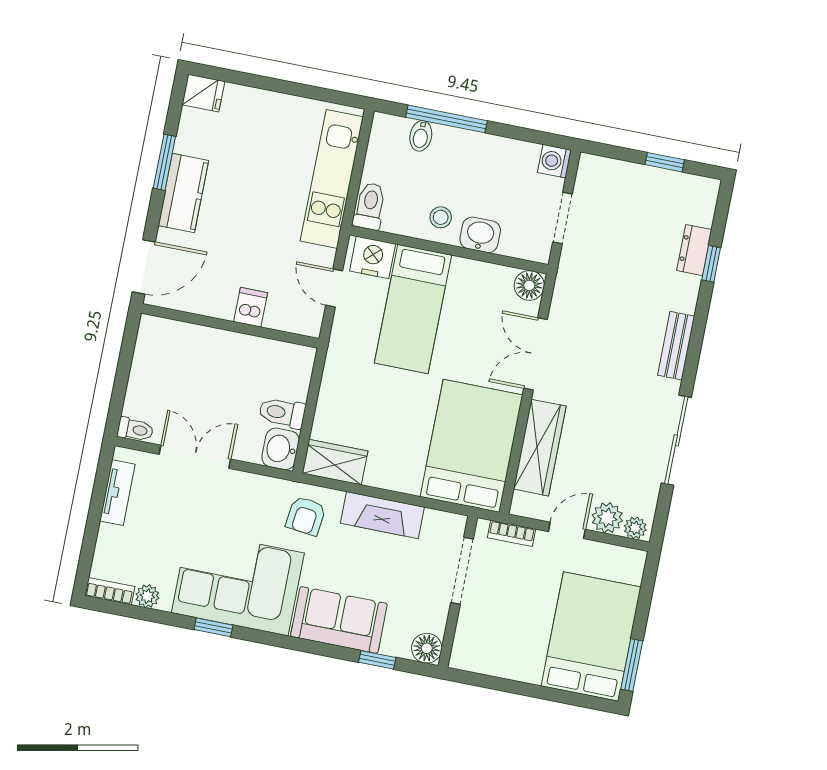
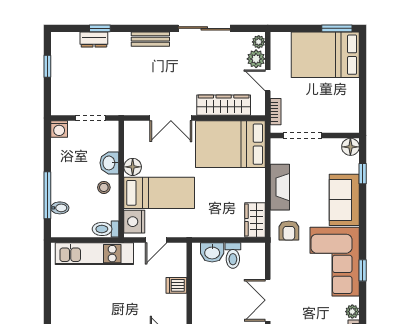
floor lamp: (529, 285) -> (133, 167), moved
washbasin: (281, 449) -> (212, 252), moved
armchair: (306, 516) -> (289, 231), turned 83

